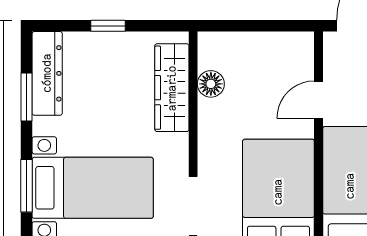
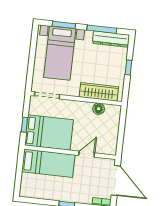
window: (27, 97) -> (102, 29), width x1.44
door: (319, 100) -> (87, 154), hinge flipped

